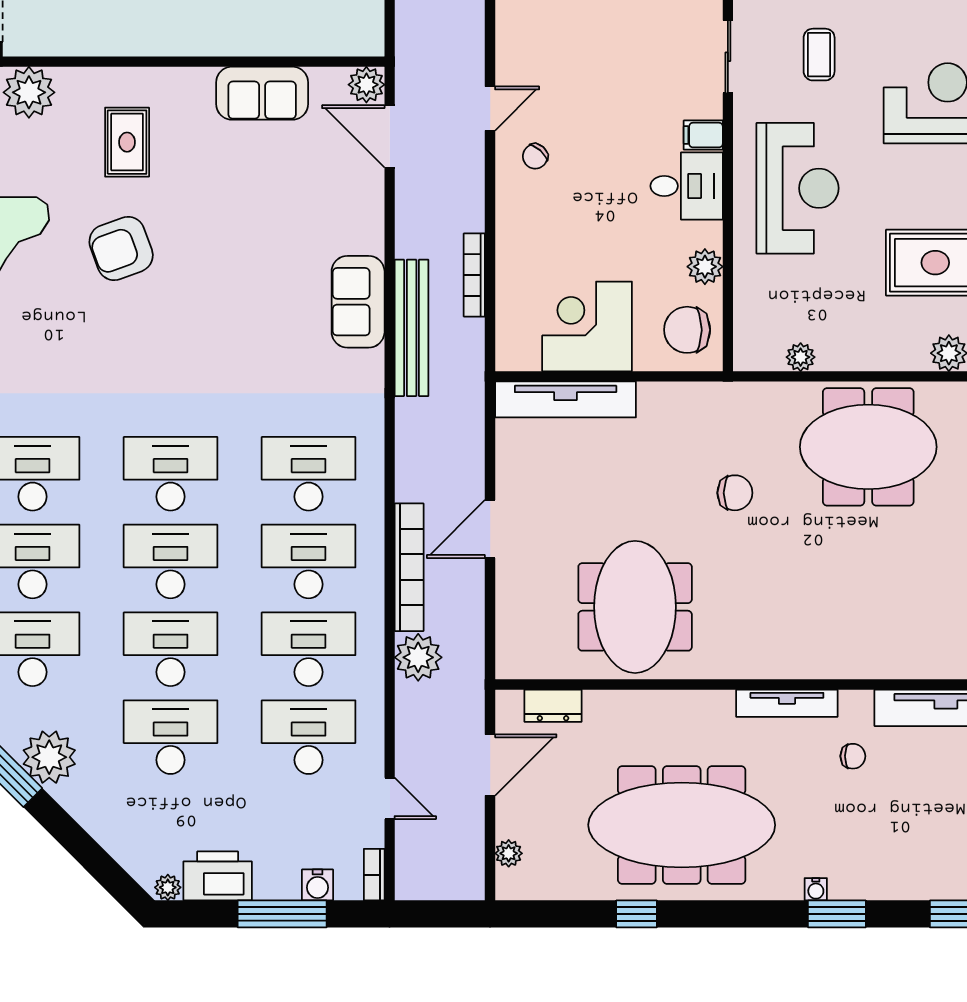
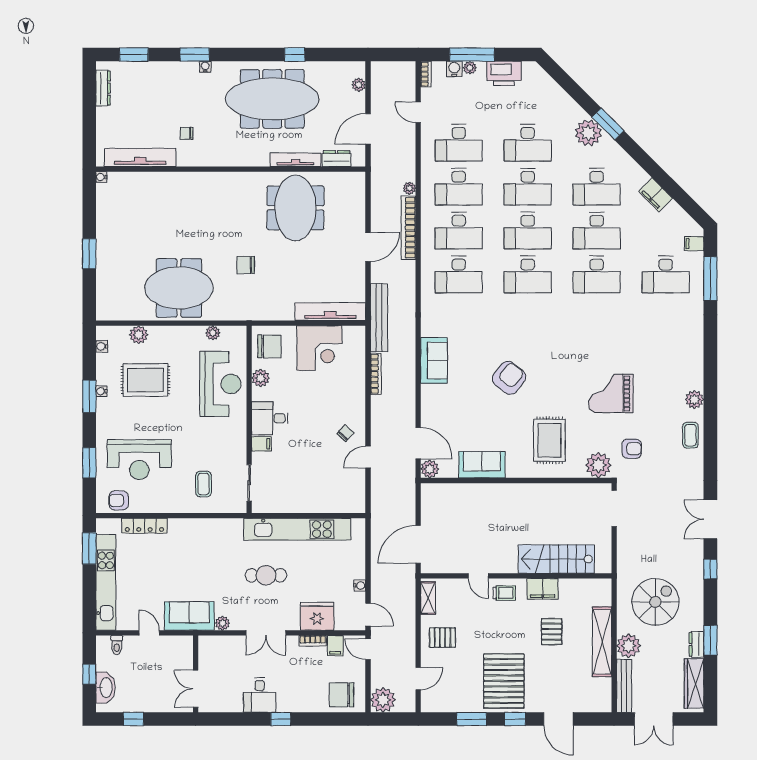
rug: (127, 142) -> (549, 440), width x1.36, depth x1.43
reception desk: (798, 188) -> (220, 384), moved, turned 180
armchair: (121, 248) -> (509, 378), moved, turned -32
bench: (412, 328) -> (379, 318), moved
plant: (418, 657) -> (409, 188), width x0.53, depth x0.53
tv unit: (787, 703) -> (296, 160), moved
plant: (168, 887) -> (470, 68), moved

